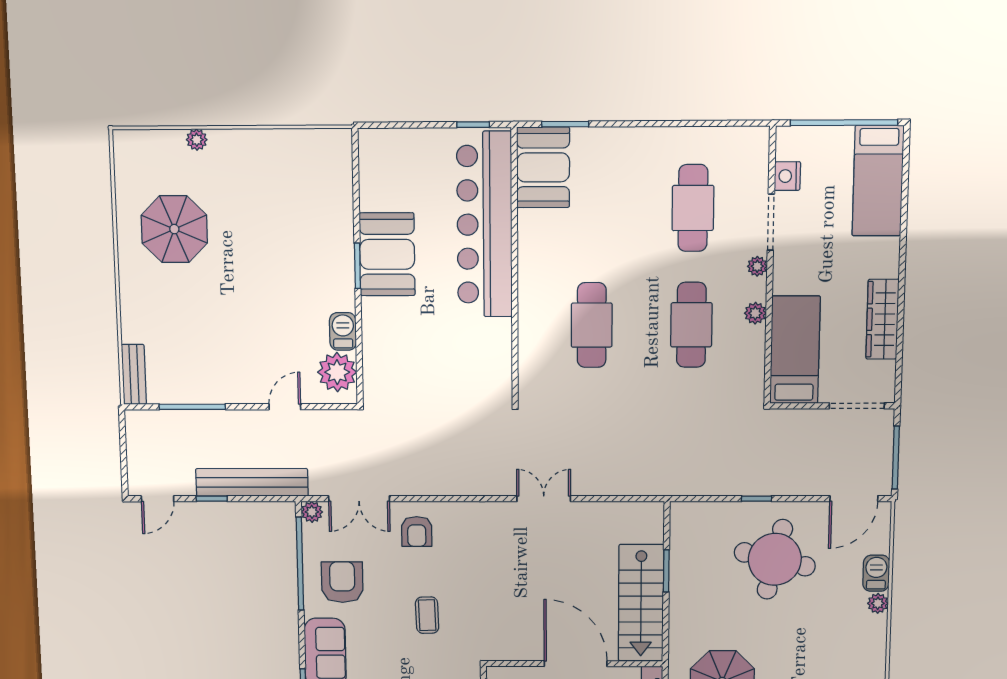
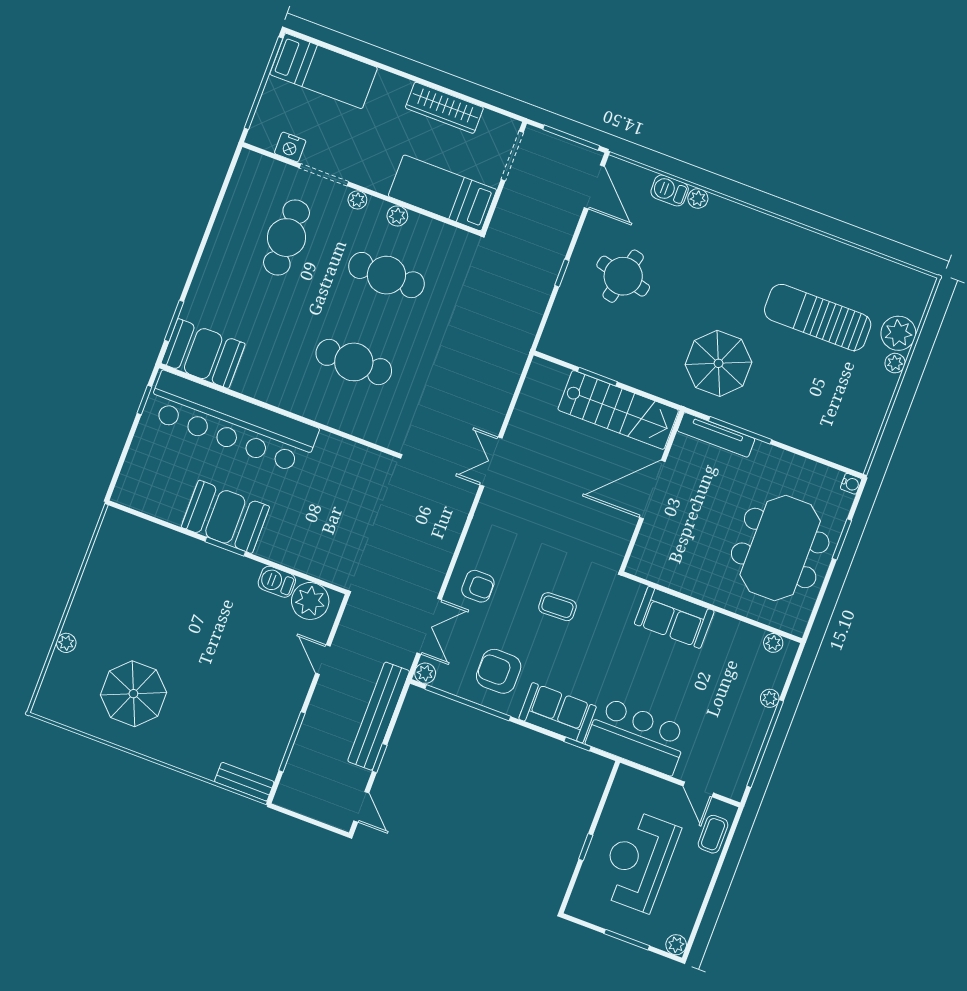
cafe table: (693, 208) -> (286, 238), turned 90
round table: (775, 559) -> (623, 276), width x0.73, depth x0.73

